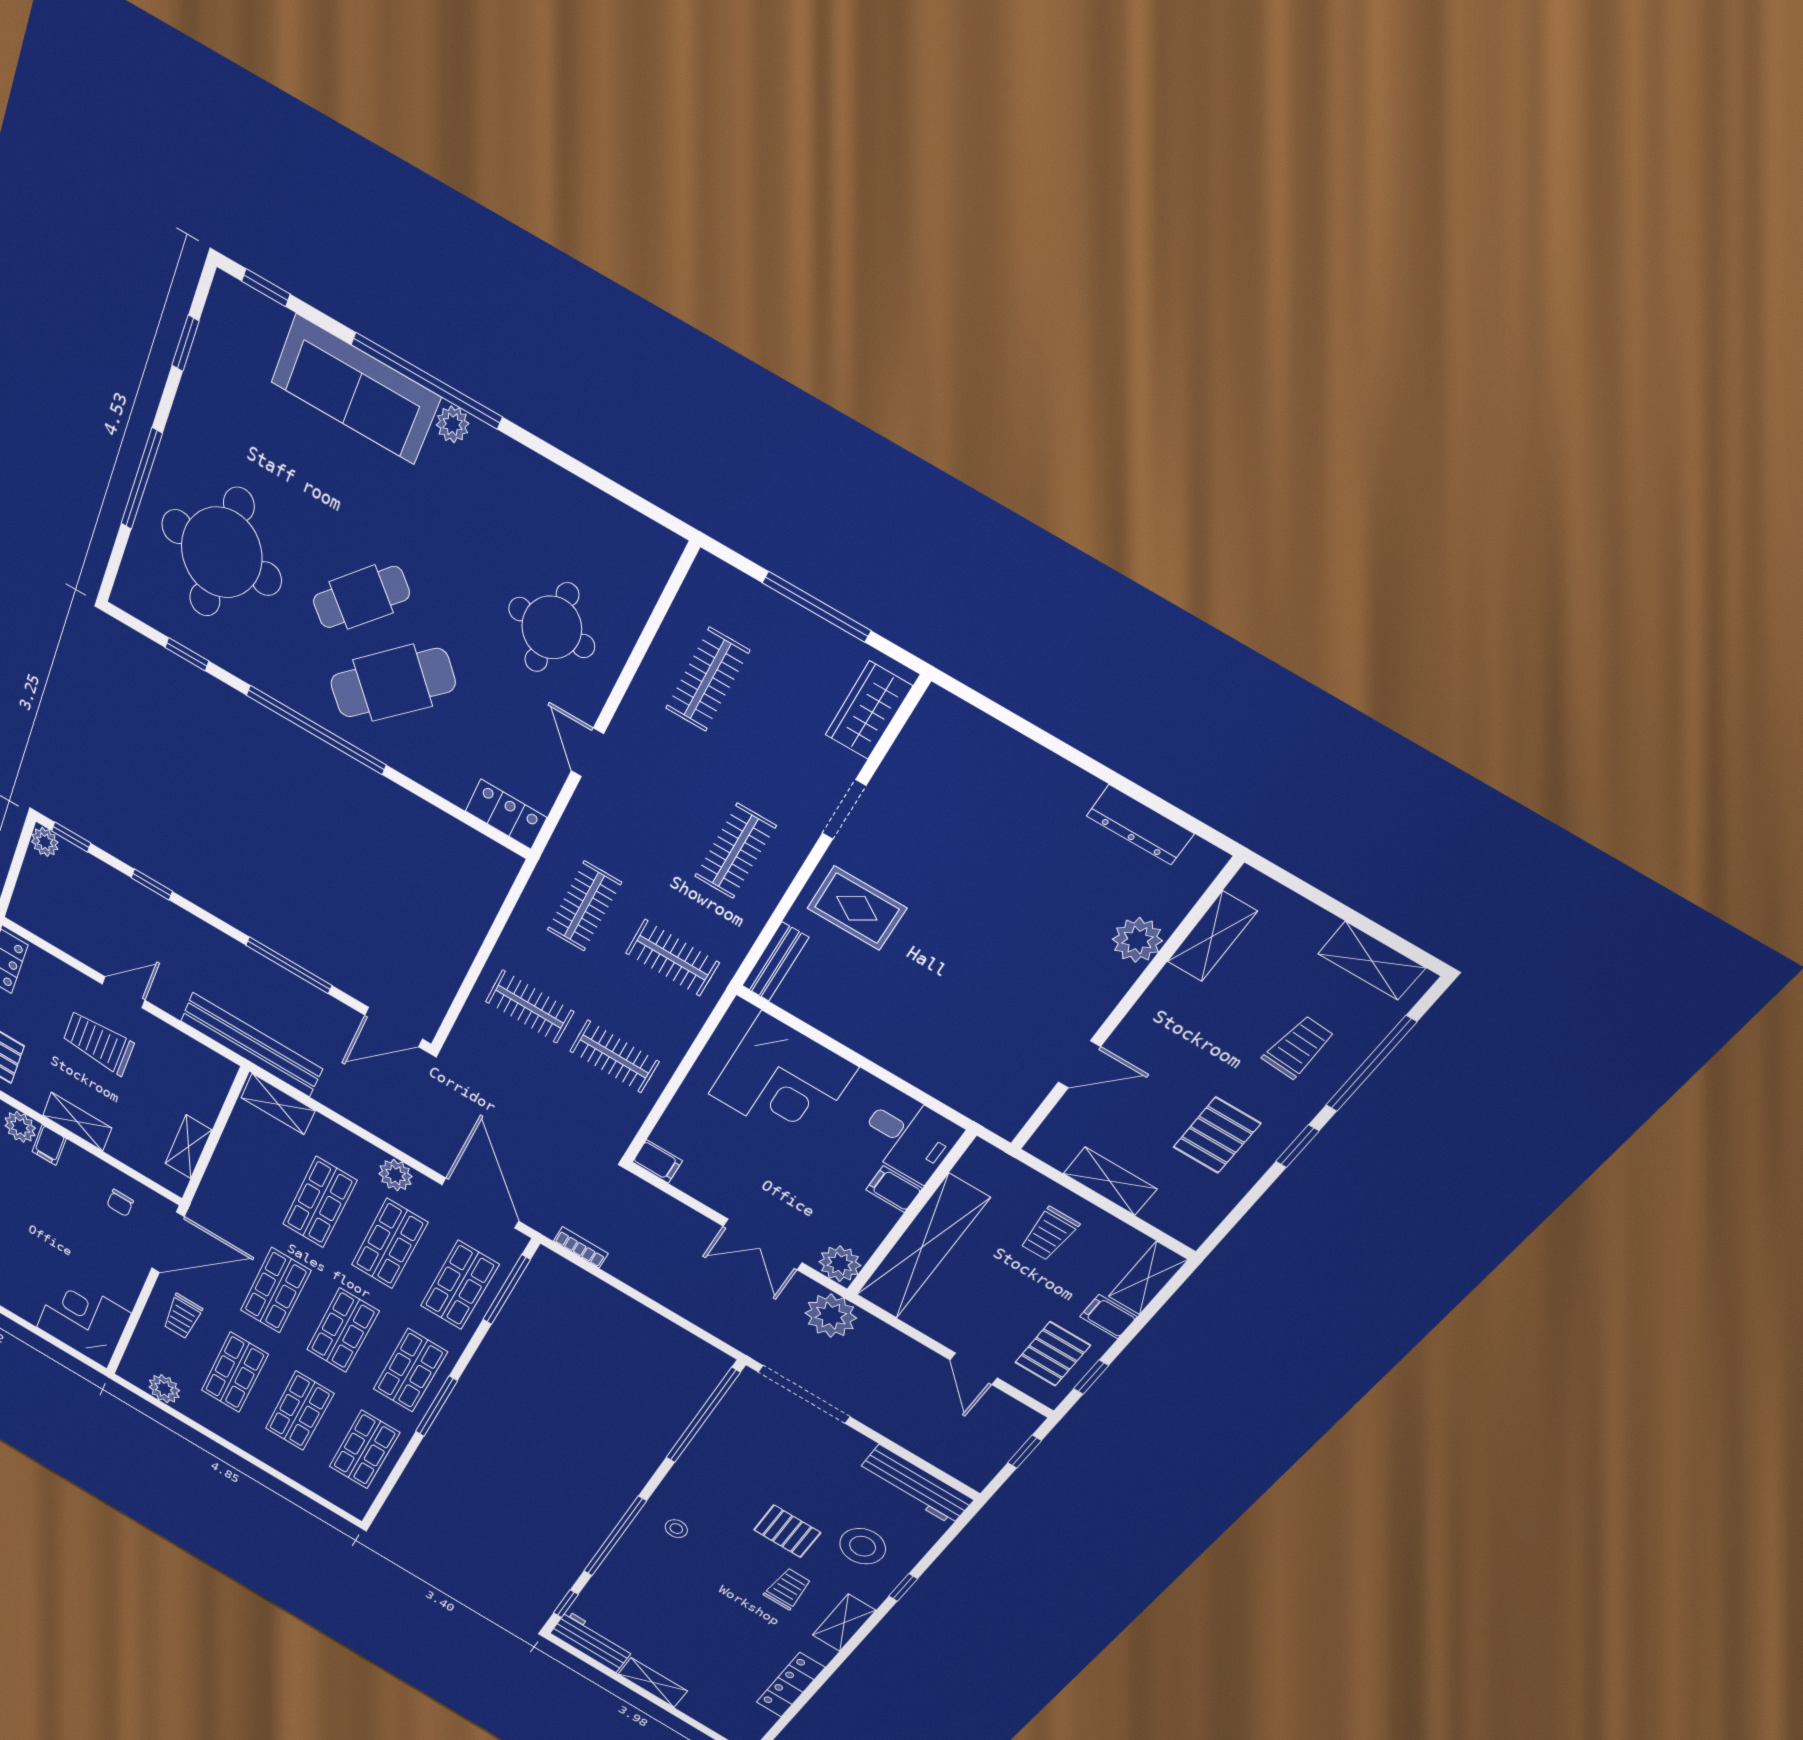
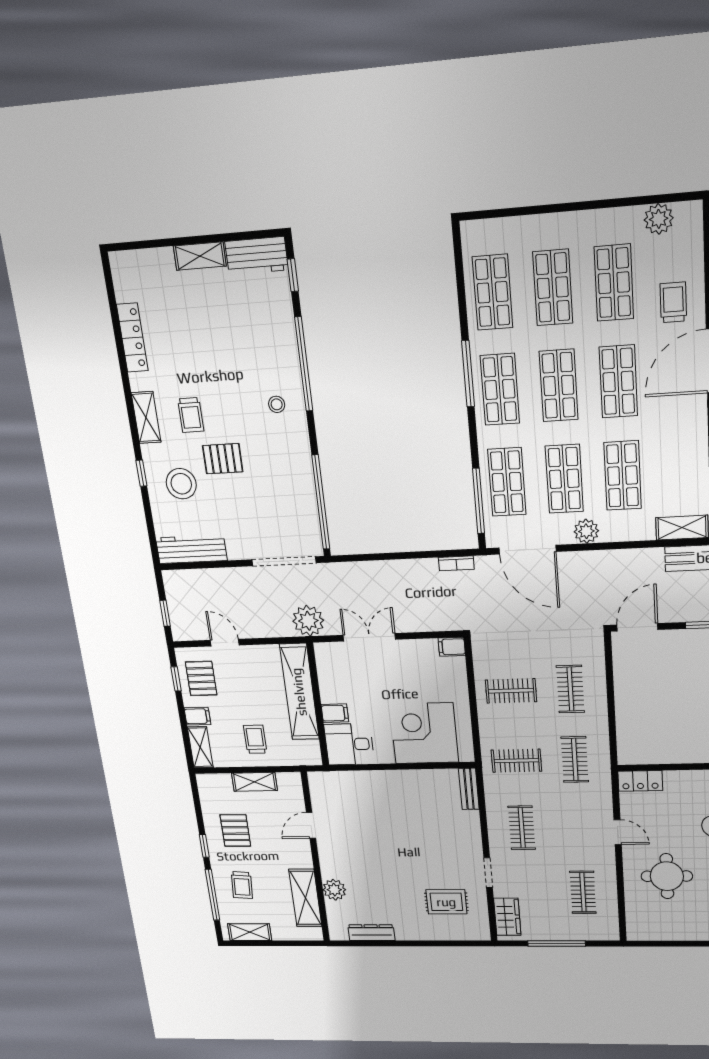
rug: (857, 908) -> (446, 902), moved
shelving: (1212, 936) -> (305, 898), width x1.50, depth x1.33
clothes rail: (530, 1007) -> (570, 689), turned 90
plant: (840, 1264) -> (327, 654), removed

